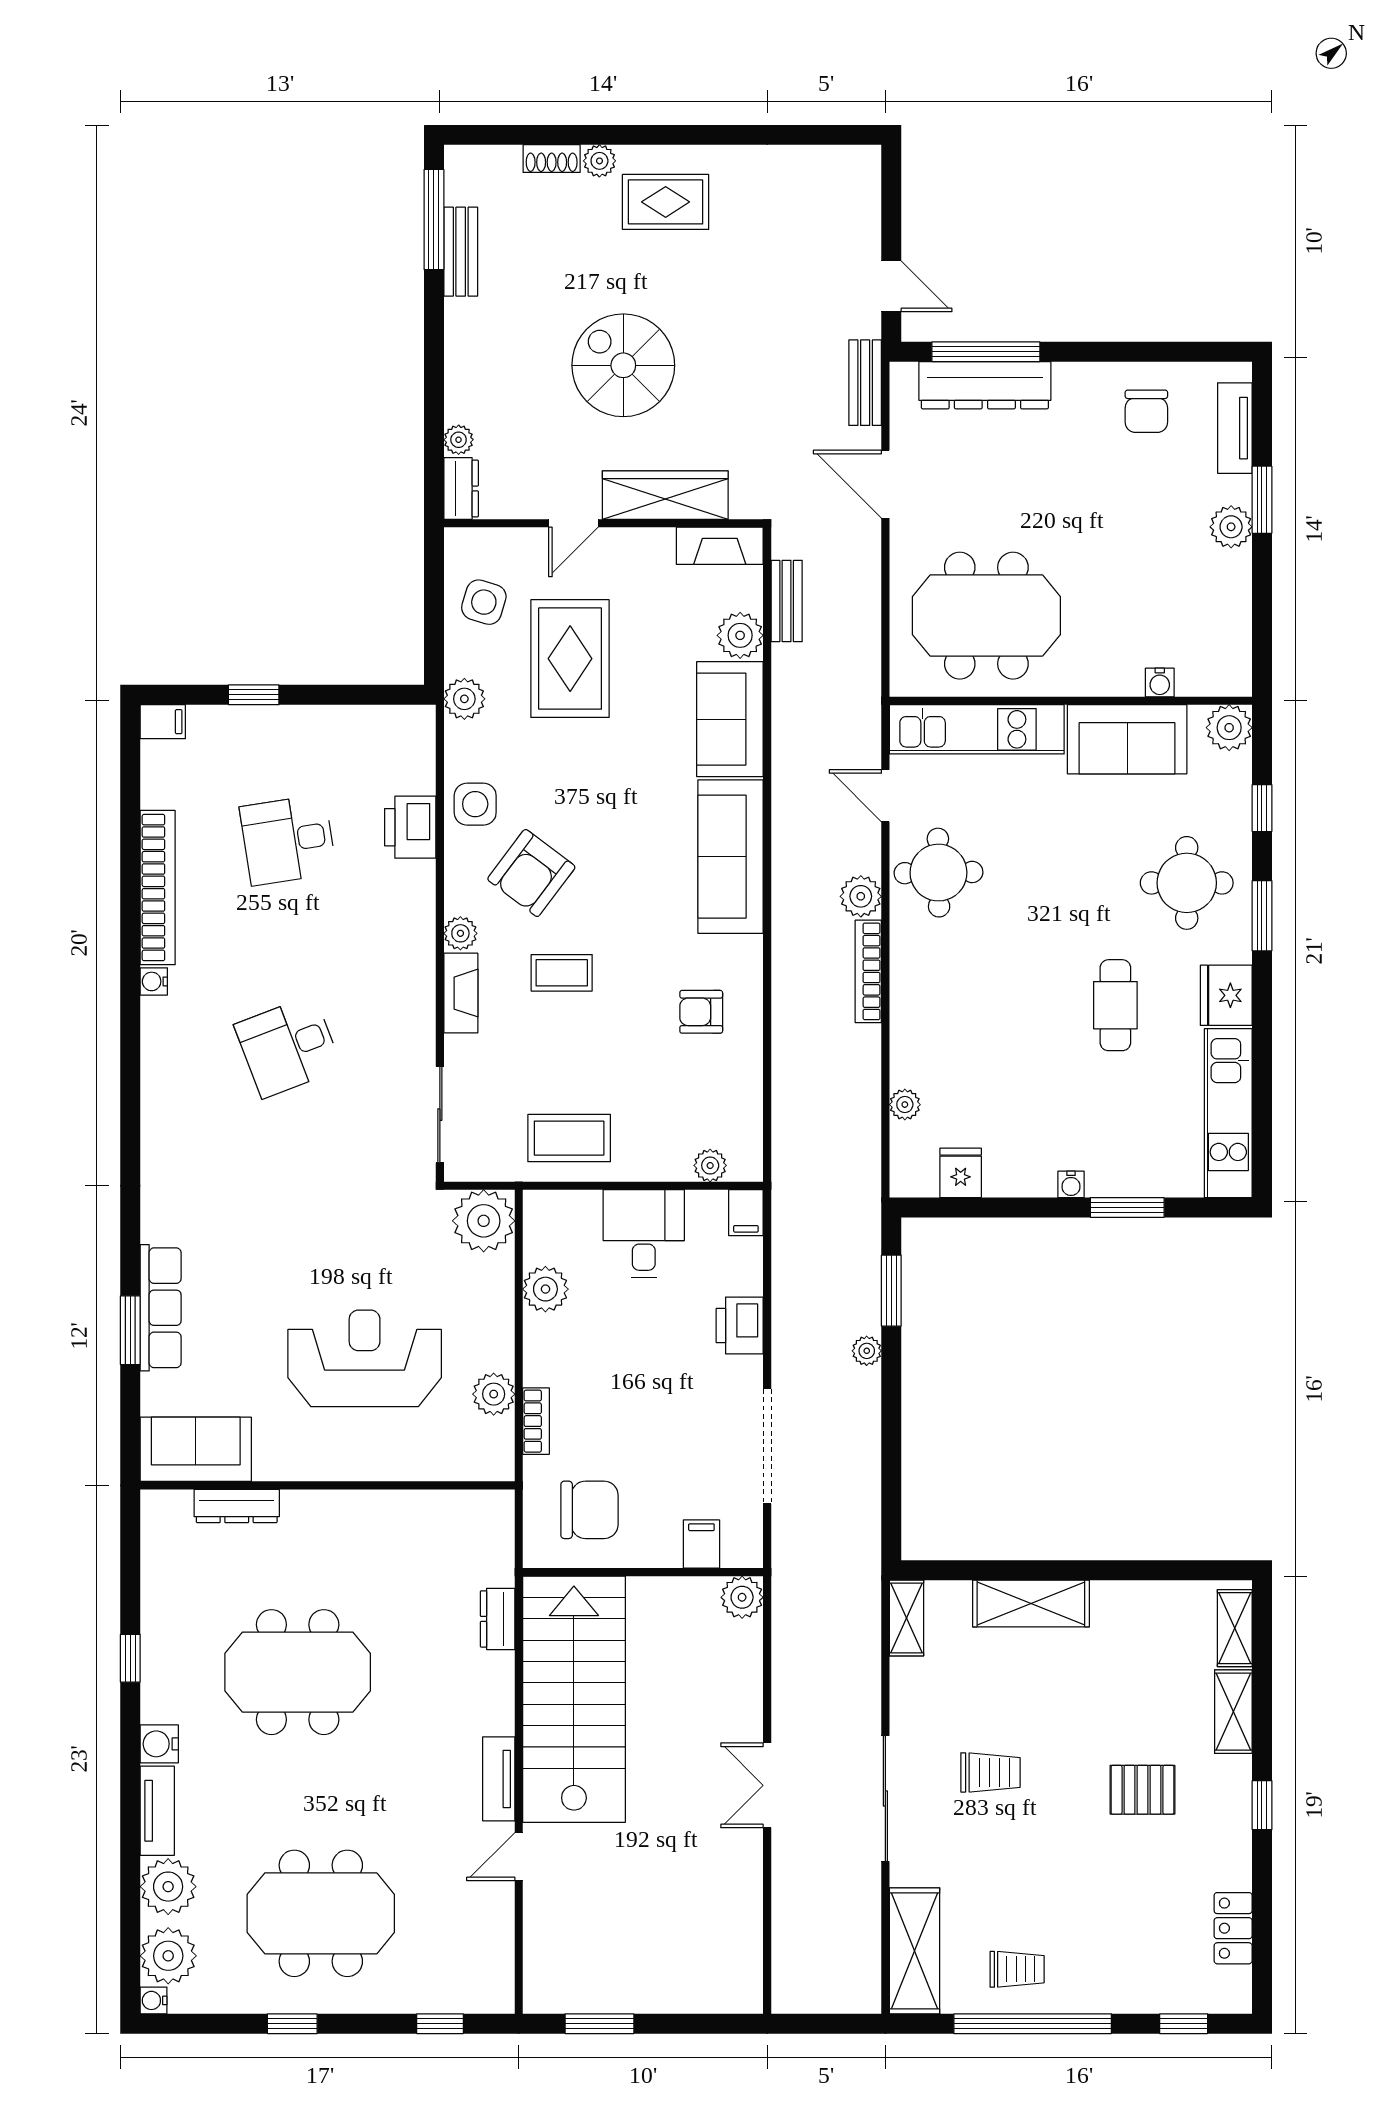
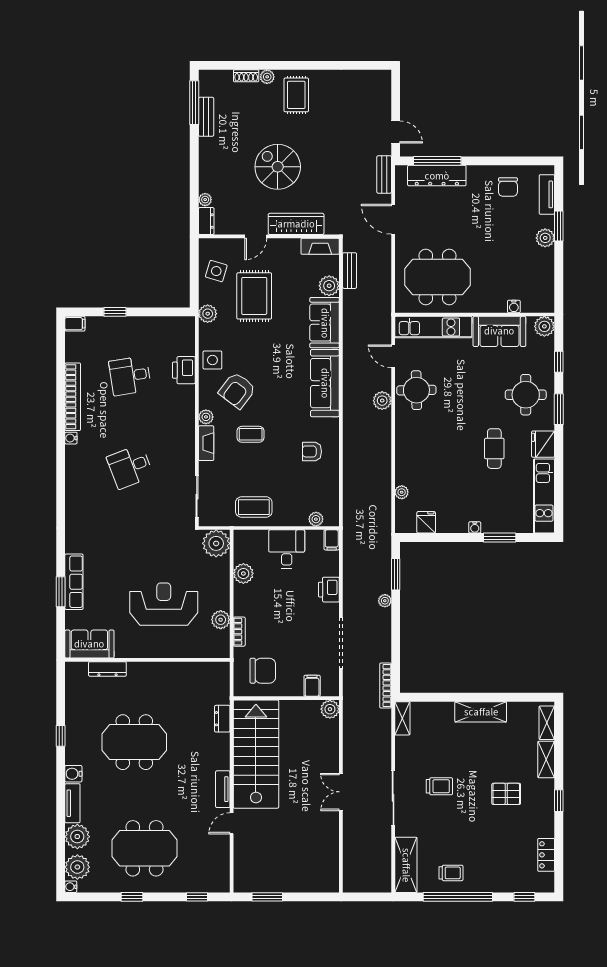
rug: (666, 202) -> (296, 95), turned 90
bookcase: (868, 971) -> (386, 686), moved
shelving: (1031, 1603) -> (481, 712), moved

